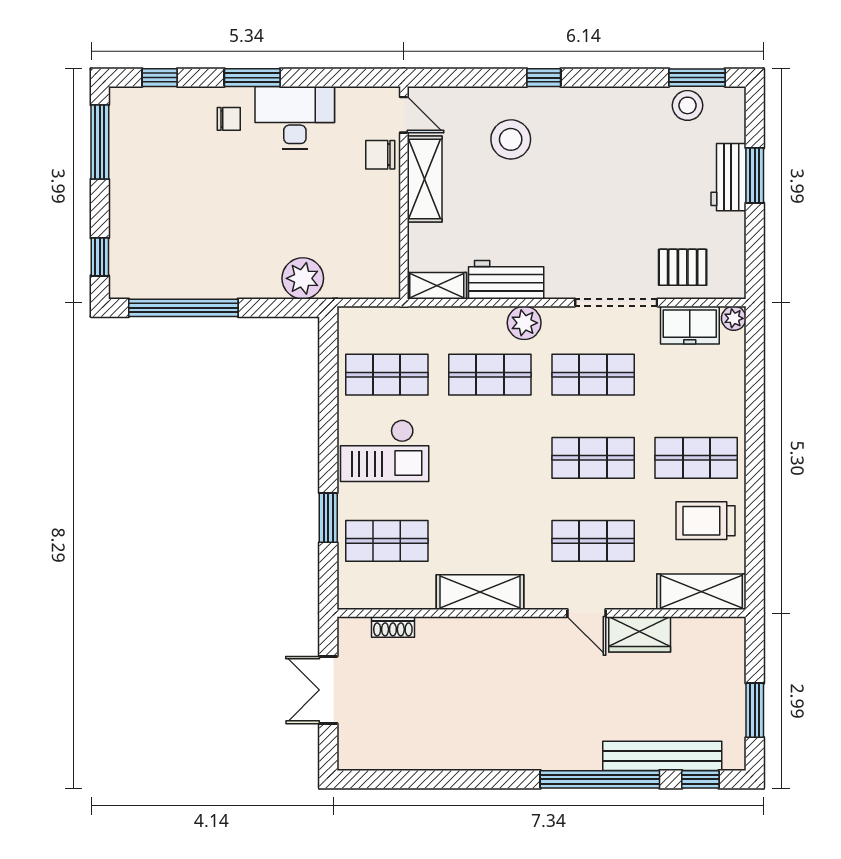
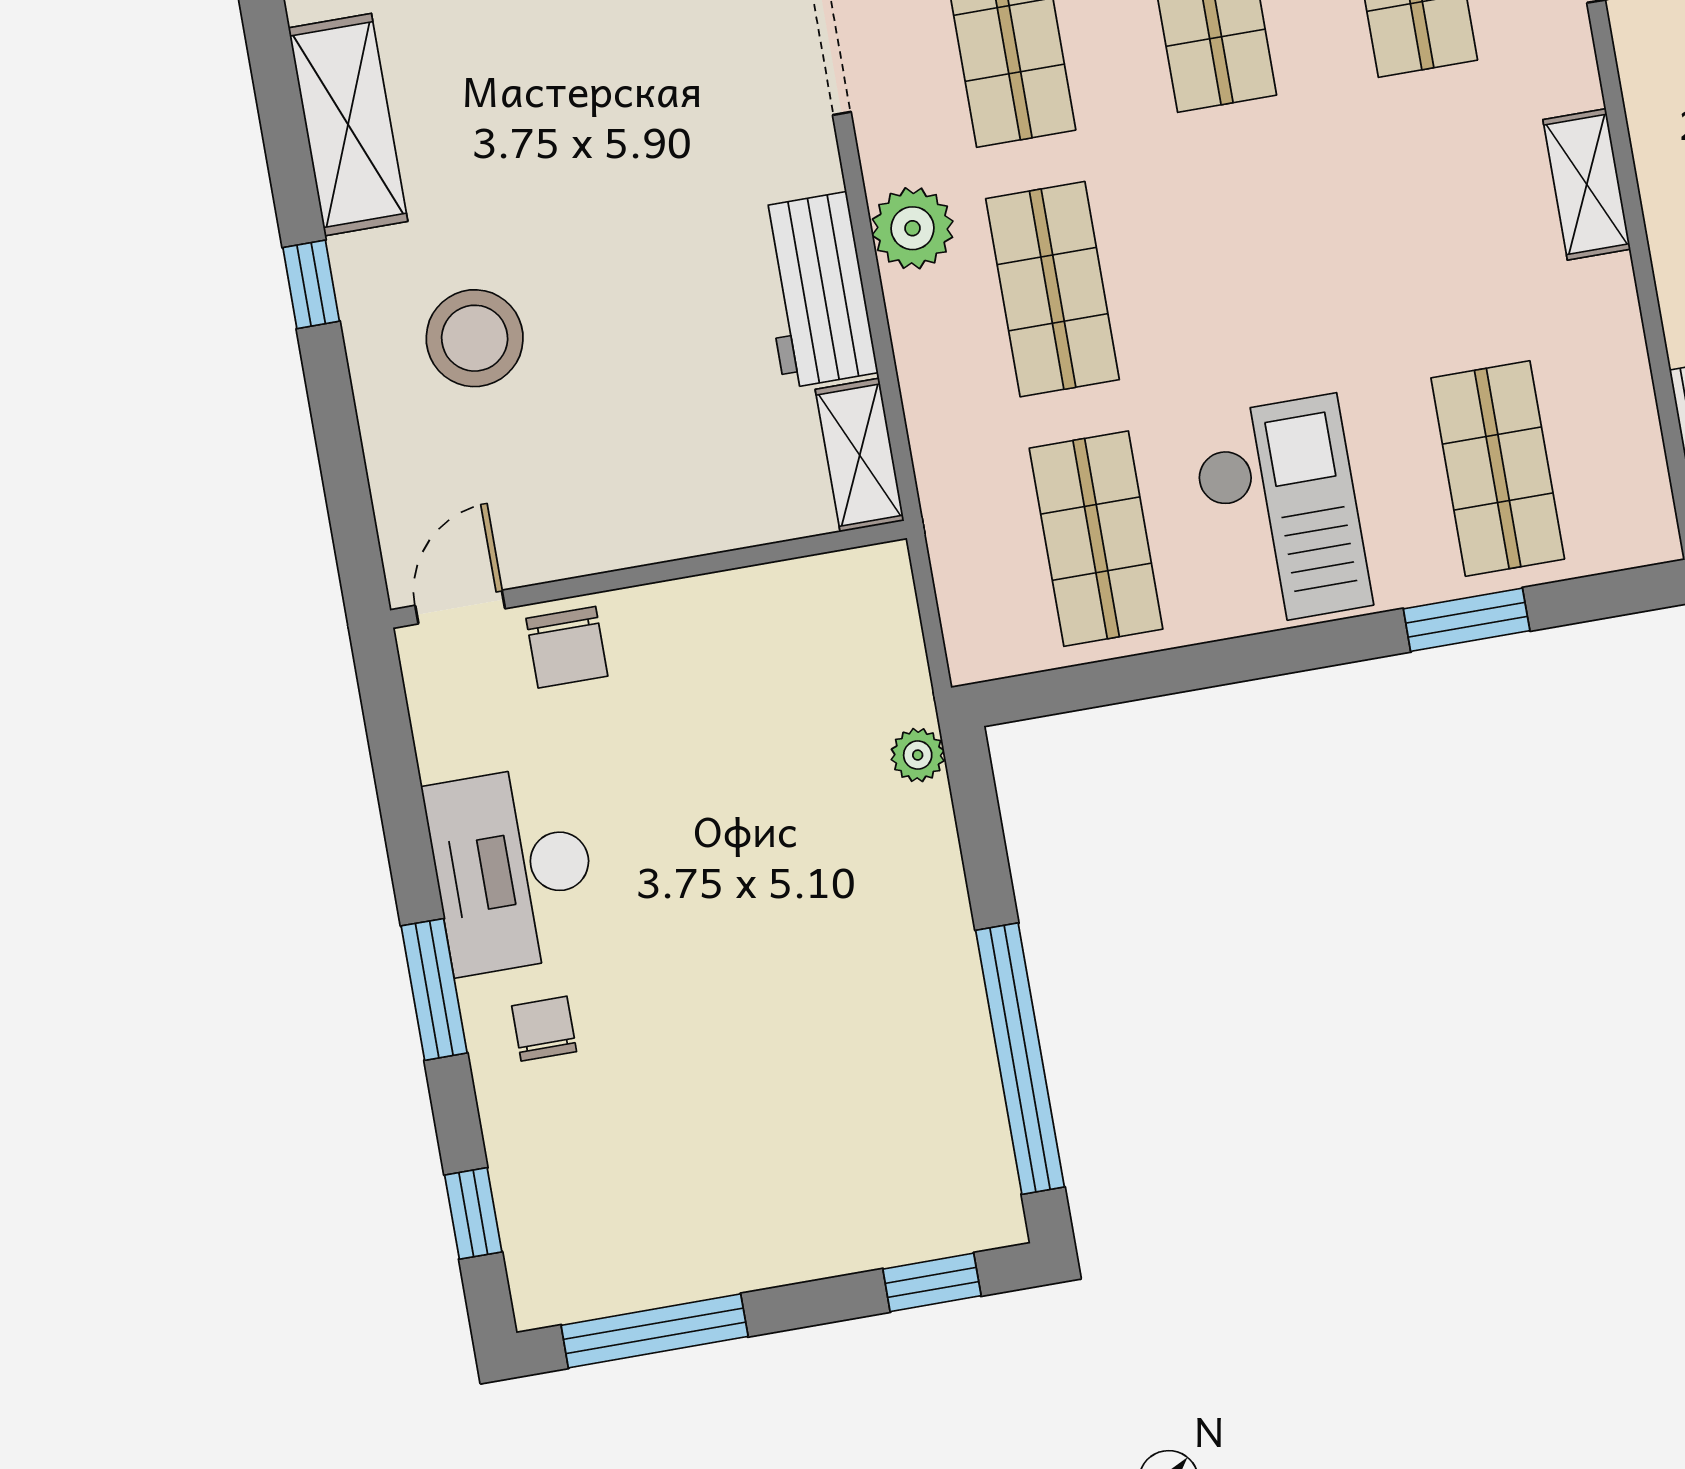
shelving: (425, 179) -> (348, 125), moved, turned 90
plant: (303, 278) -> (918, 755), width x0.53, depth x0.53
shelving: (480, 592) -> (1587, 184), width x0.67, depth x0.75

